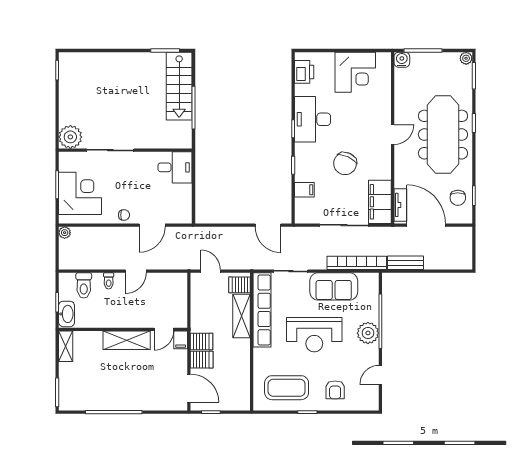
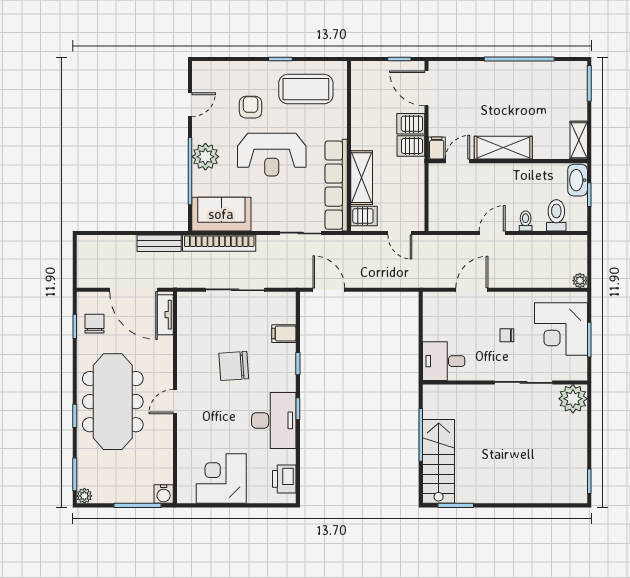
chair: (345, 163) -> (234, 366), turned -119
filing cabinet: (380, 202) -> (191, 319), removed
chair: (124, 215) -> (507, 335), moved
sofa: (334, 286) -> (221, 214), moved
reception desk: (314, 335) -> (272, 155), turned 180
armchair: (335, 390) -> (251, 107), moved

